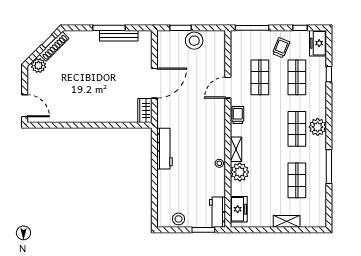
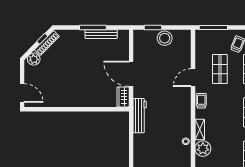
door: (154, 83) -> (131, 74), swing flipped
workbench: (165, 149) -> (140, 116), moved

